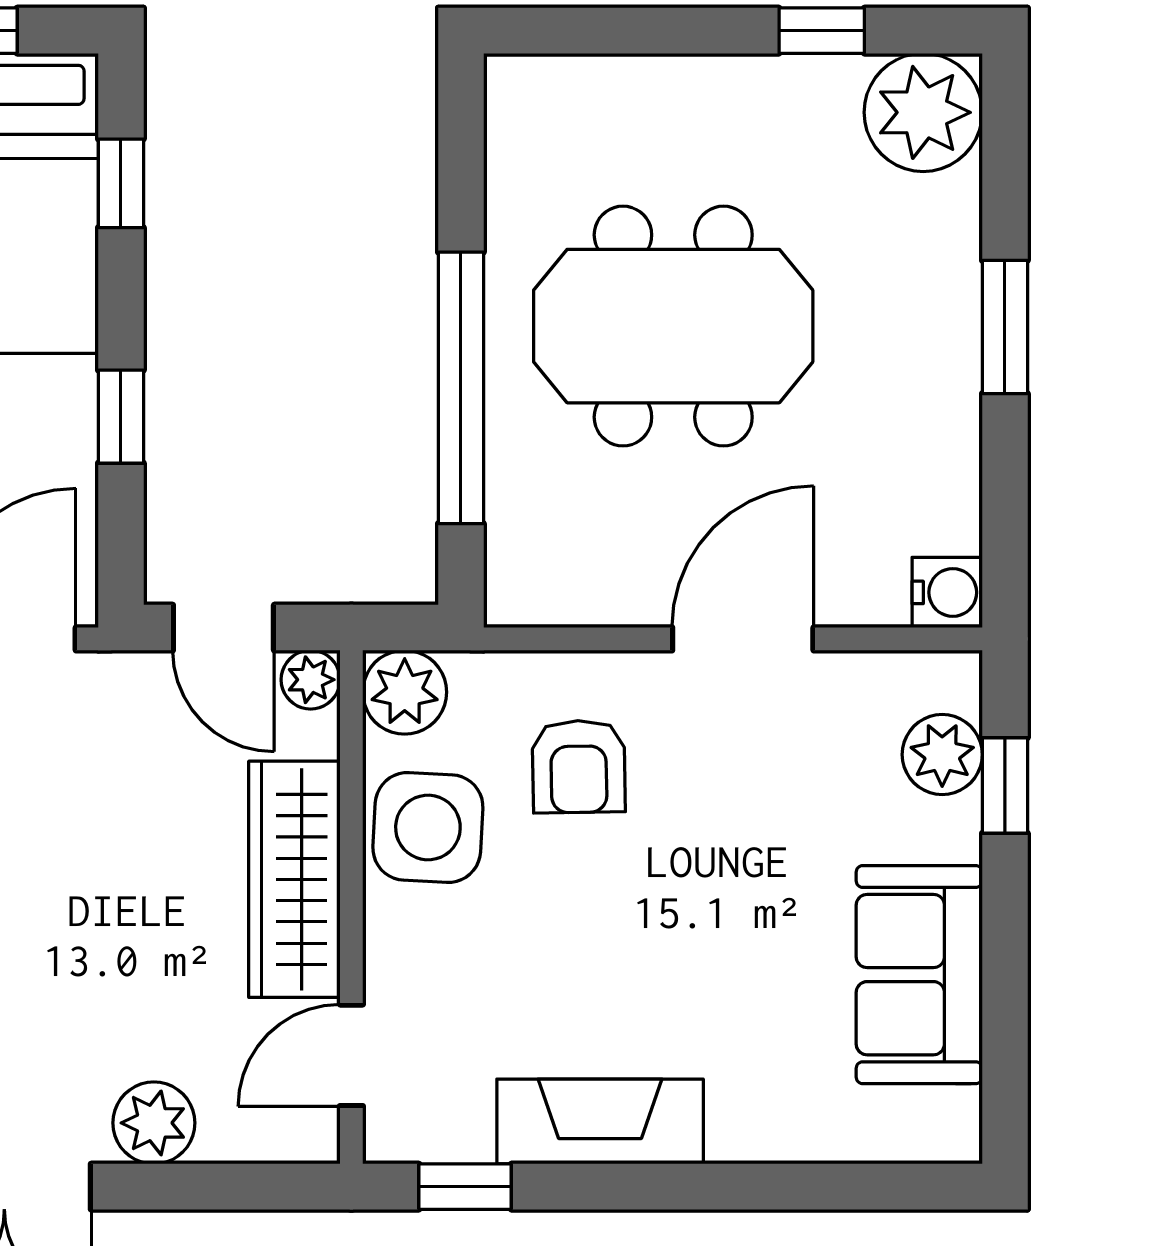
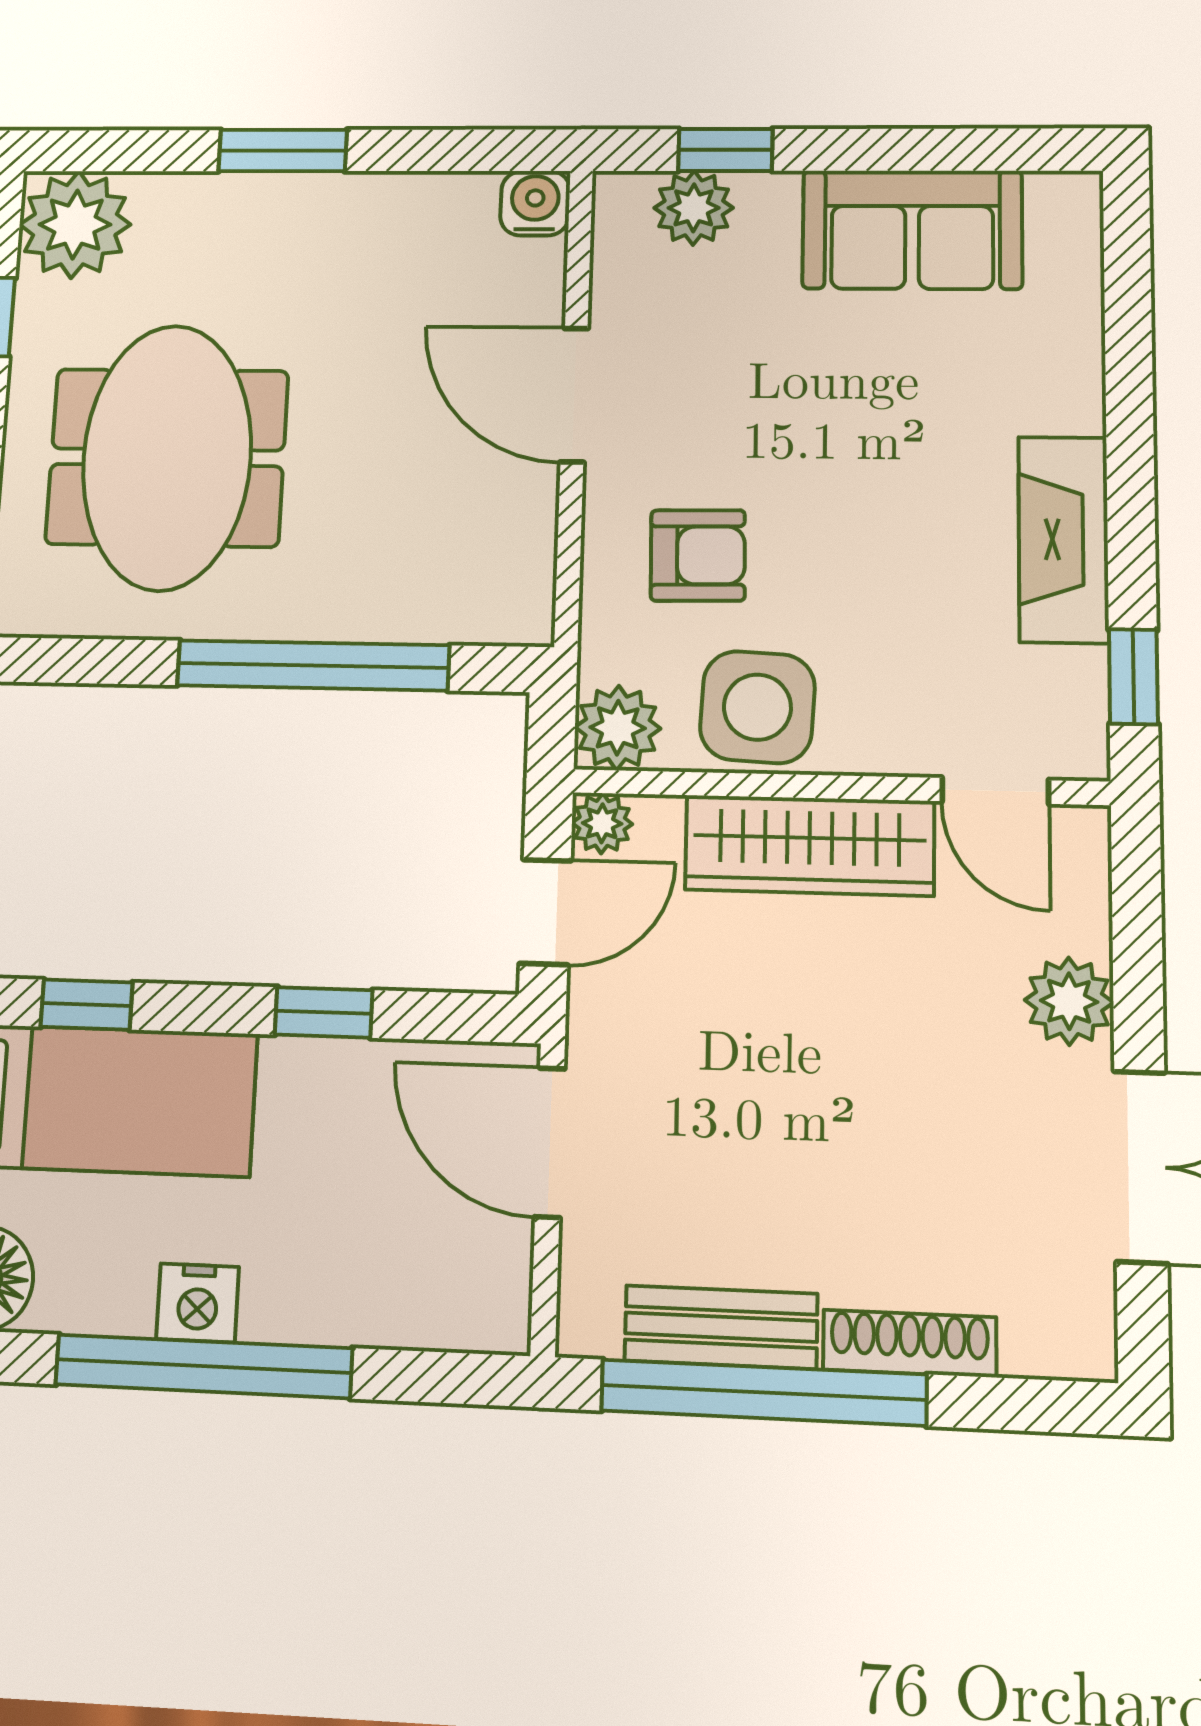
meeting table: (673, 326) -> (167, 457), moved

